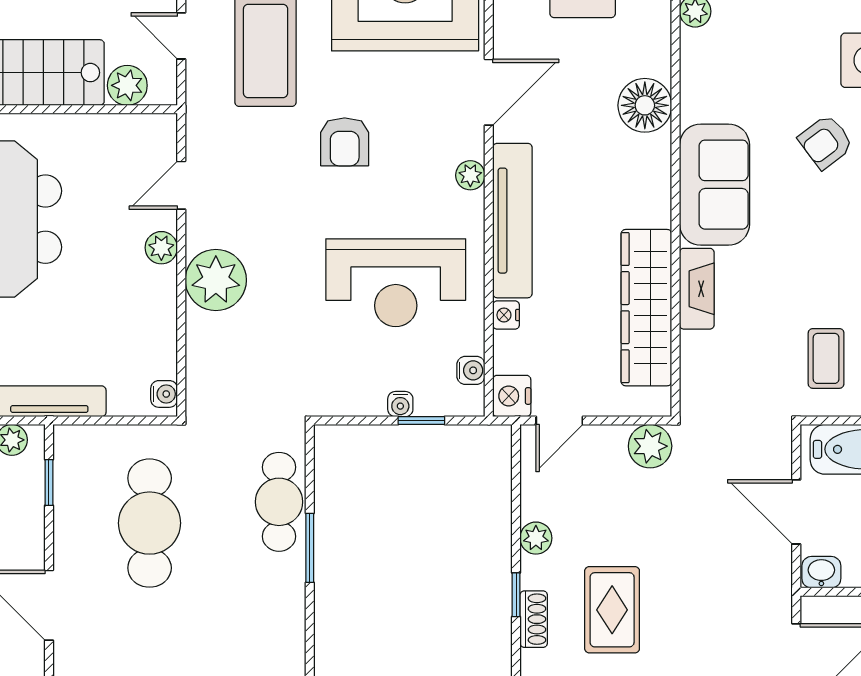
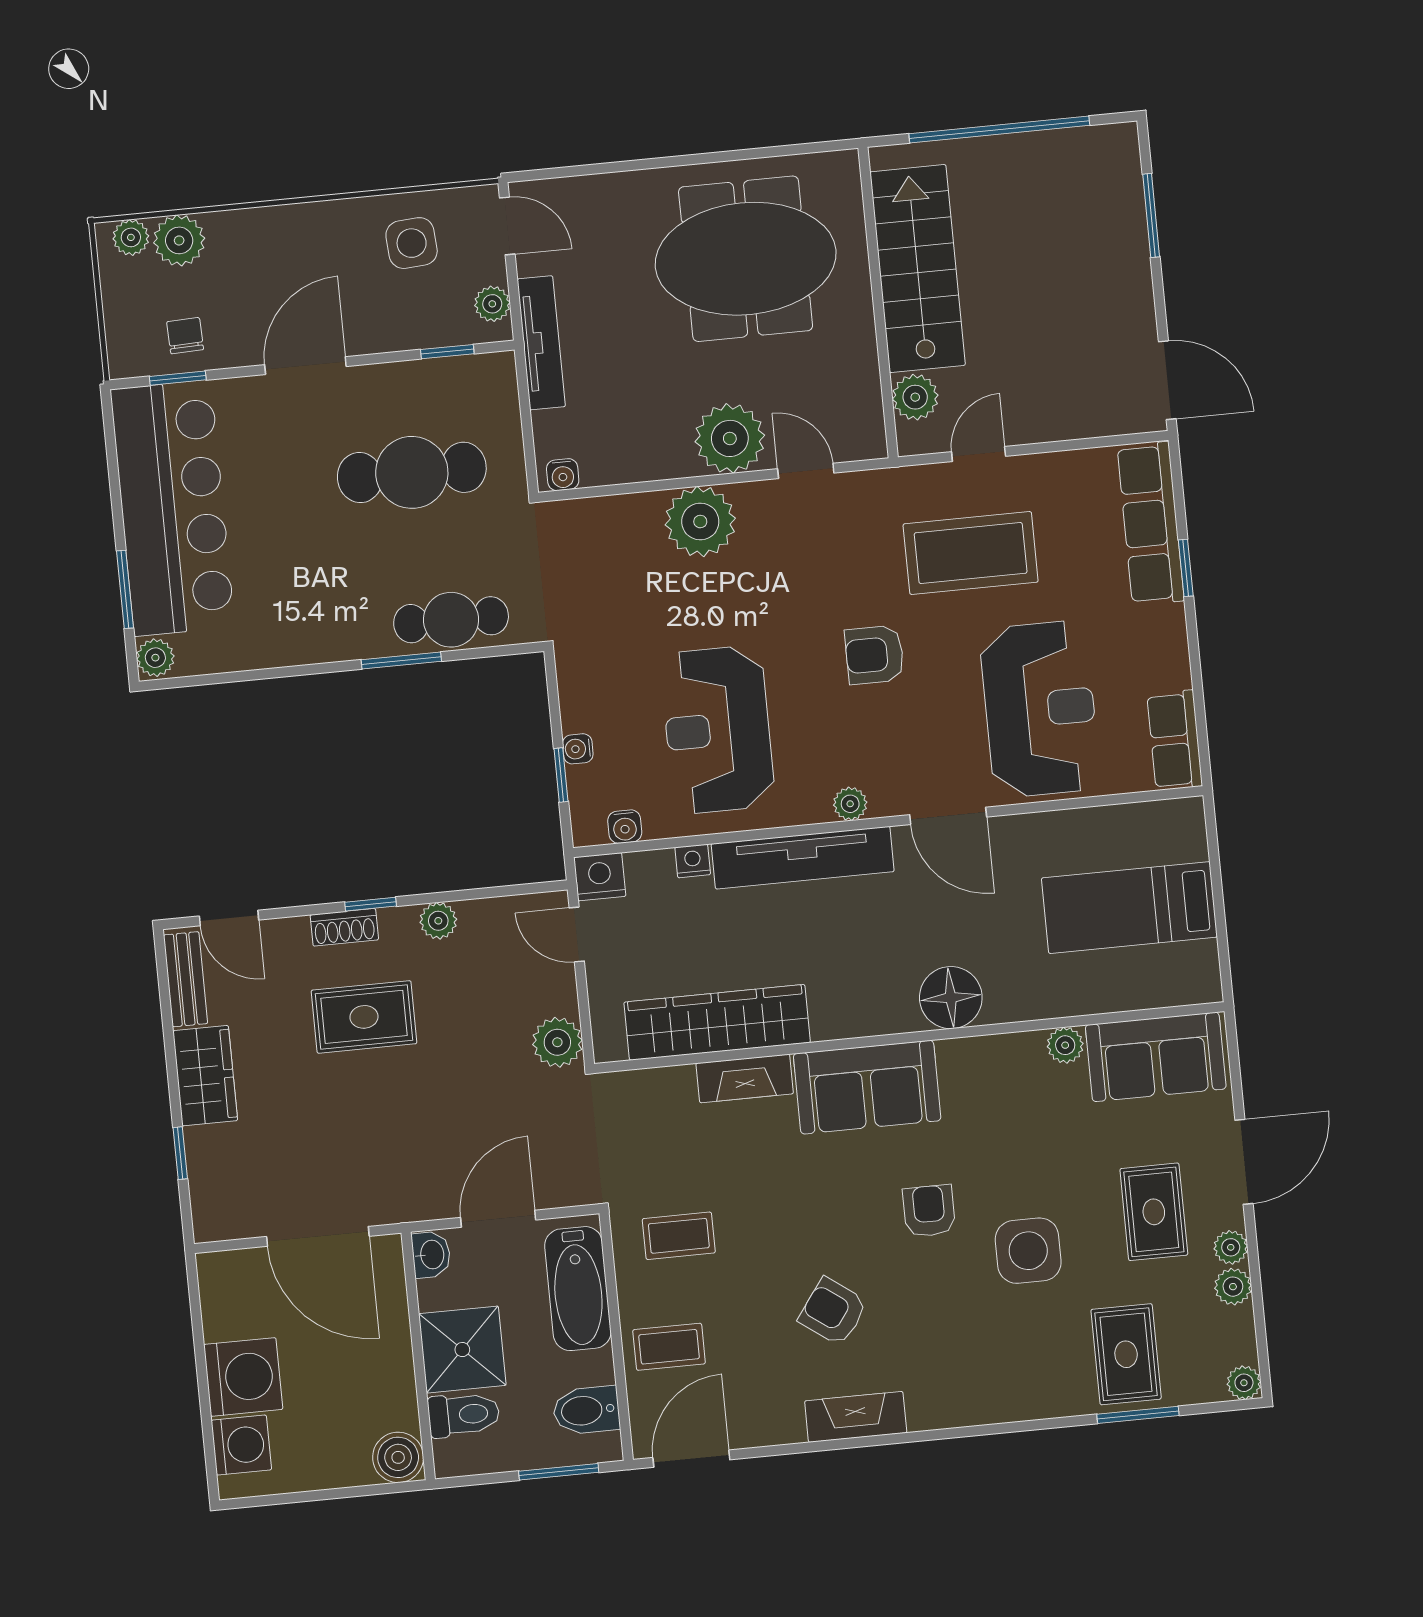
armchair: (826, 142) -> (929, 1211), turned 37
plant: (161, 248) -> (730, 438), width x1.87, depth x1.87

